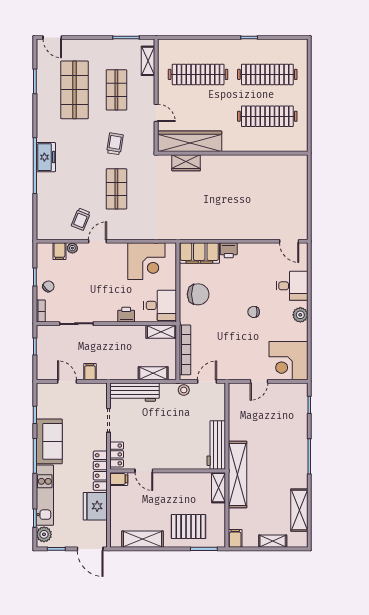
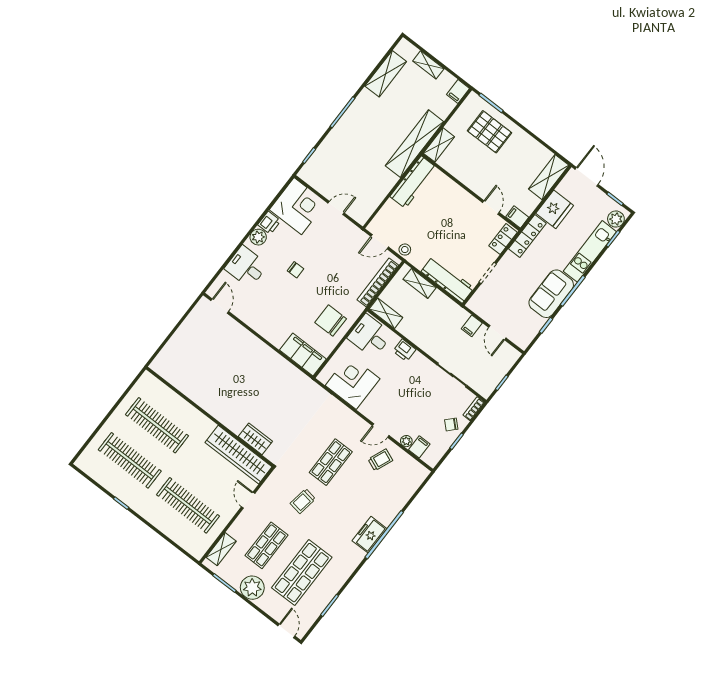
plant: (103, 50) -> (252, 588), added
printer: (229, 250) -> (269, 223), moved, turned 90
shelving: (143, 539) -> (549, 177), moved, turned 90

